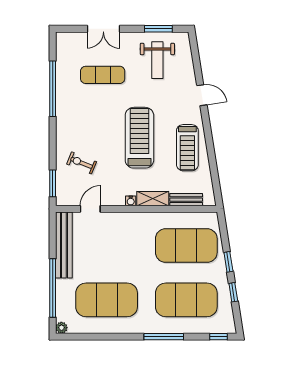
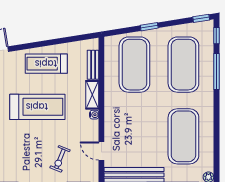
treadmill: (139, 138) -> (37, 107), turned 180
treadmill: (187, 148) -> (46, 64), turned 180
window: (233, 292) -> (201, 18), moved
window: (164, 337) -> (216, 71), moved

